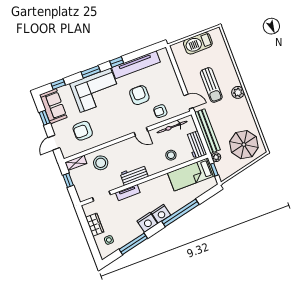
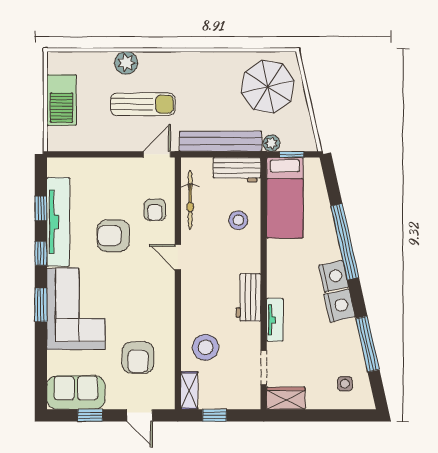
window: (58, 84) -> (41, 208), moved
plant: (238, 92) -> (126, 63), moved
door: (141, 132) -> (178, 257), swing flipped
wardrobe: (95, 225) -> (286, 398), moved

